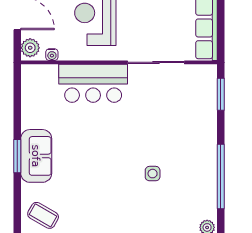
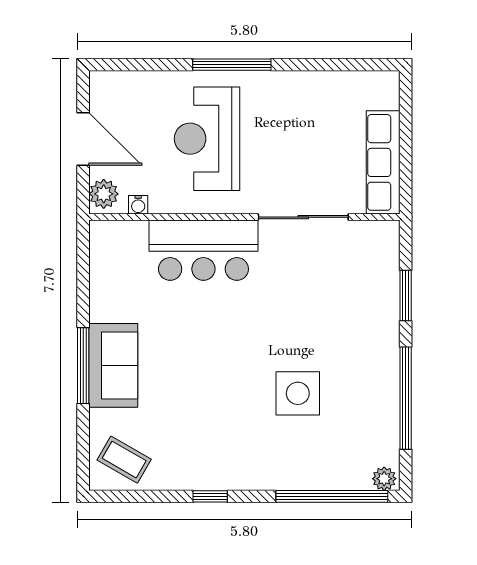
window: (221, 94) -> (406, 295), moved
window: (17, 156) -> (83, 366), width x1.44
side table: (153, 174) -> (298, 393), width x1.87, depth x1.87

